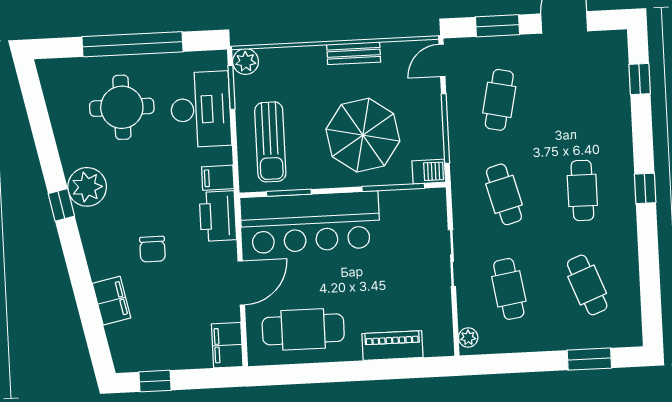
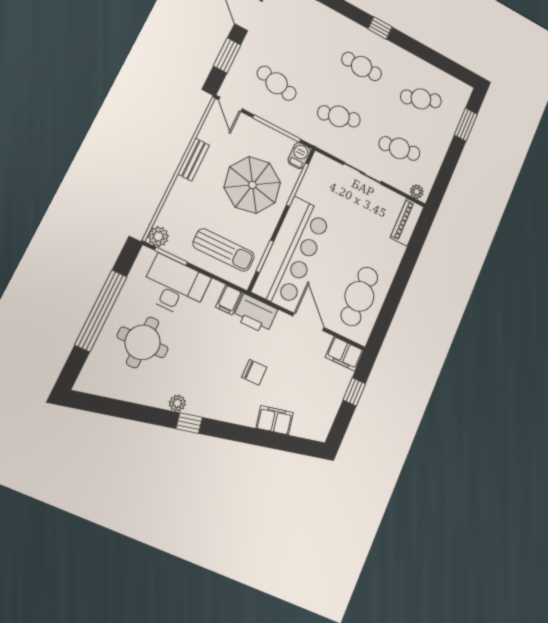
plant: (87, 187) -> (177, 403), width x0.53, depth x0.53
piano: (392, 346) -> (407, 222), moved
window: (155, 381) -> (354, 392), moved

